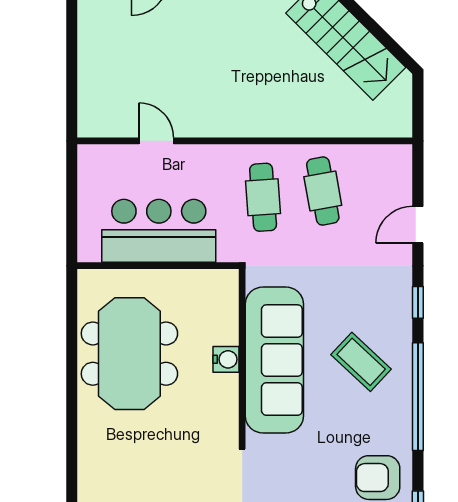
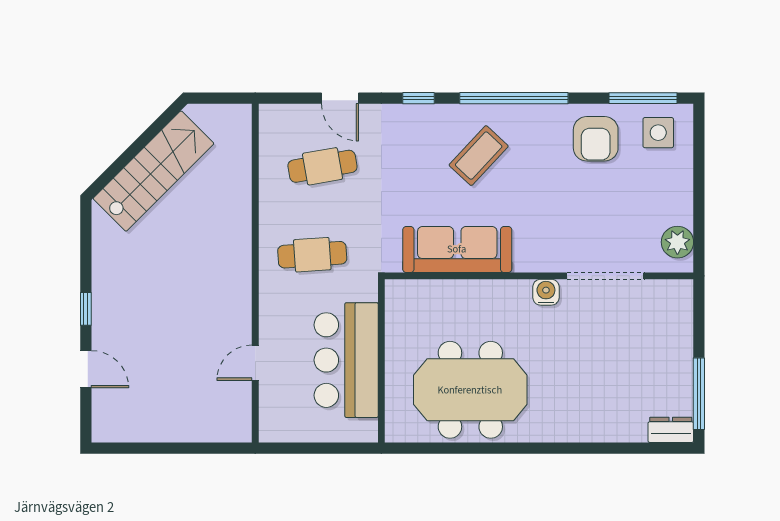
cafe table: (323, 191) -> (322, 166), moved
water cooler: (226, 359) -> (546, 292), moved
sofa: (274, 360) -> (457, 249), width x0.74, depth x0.79

